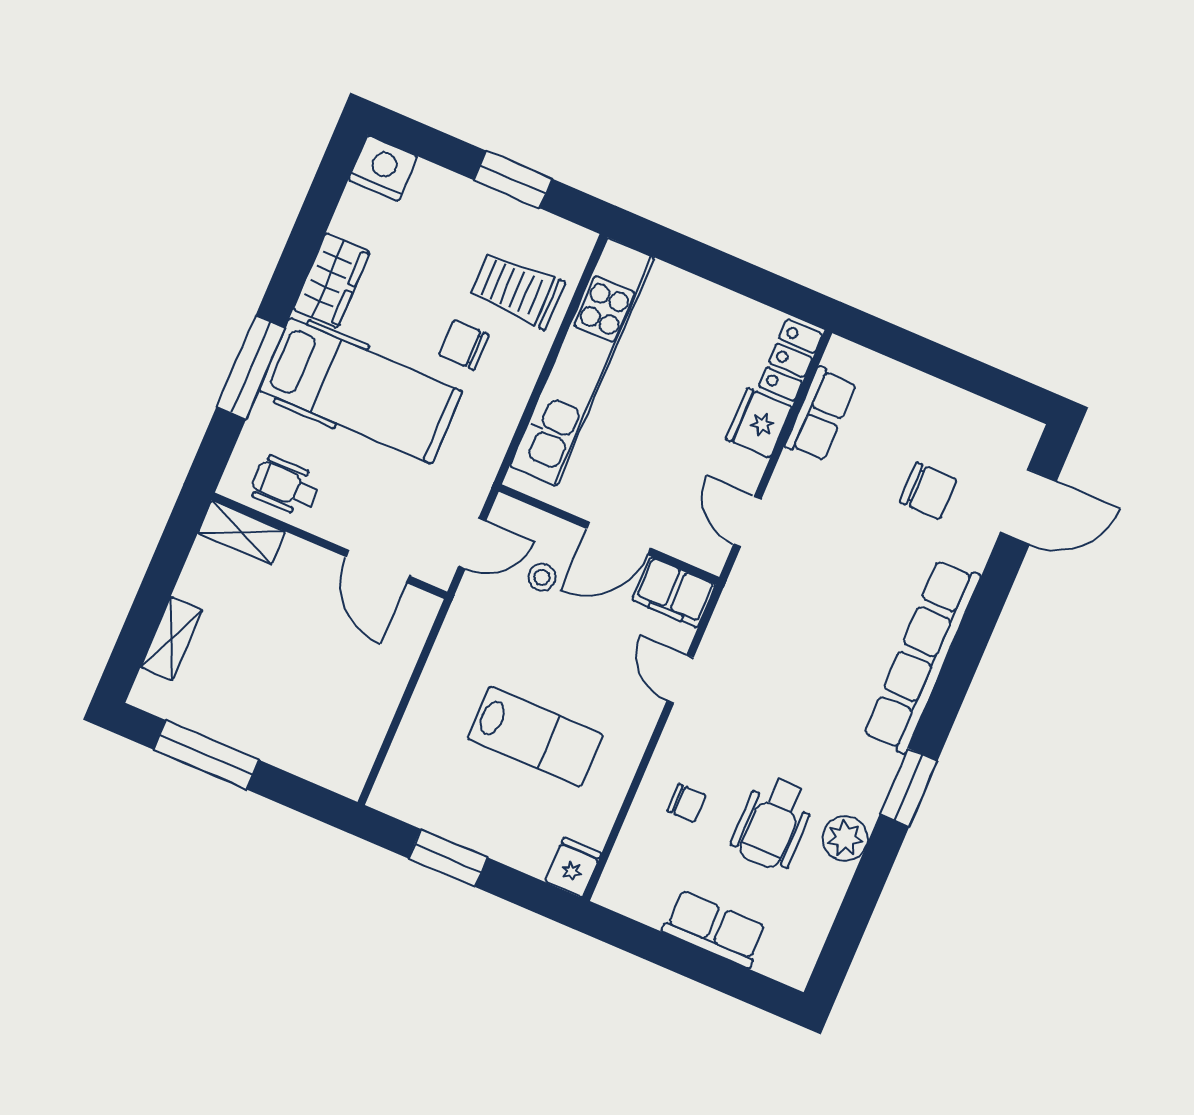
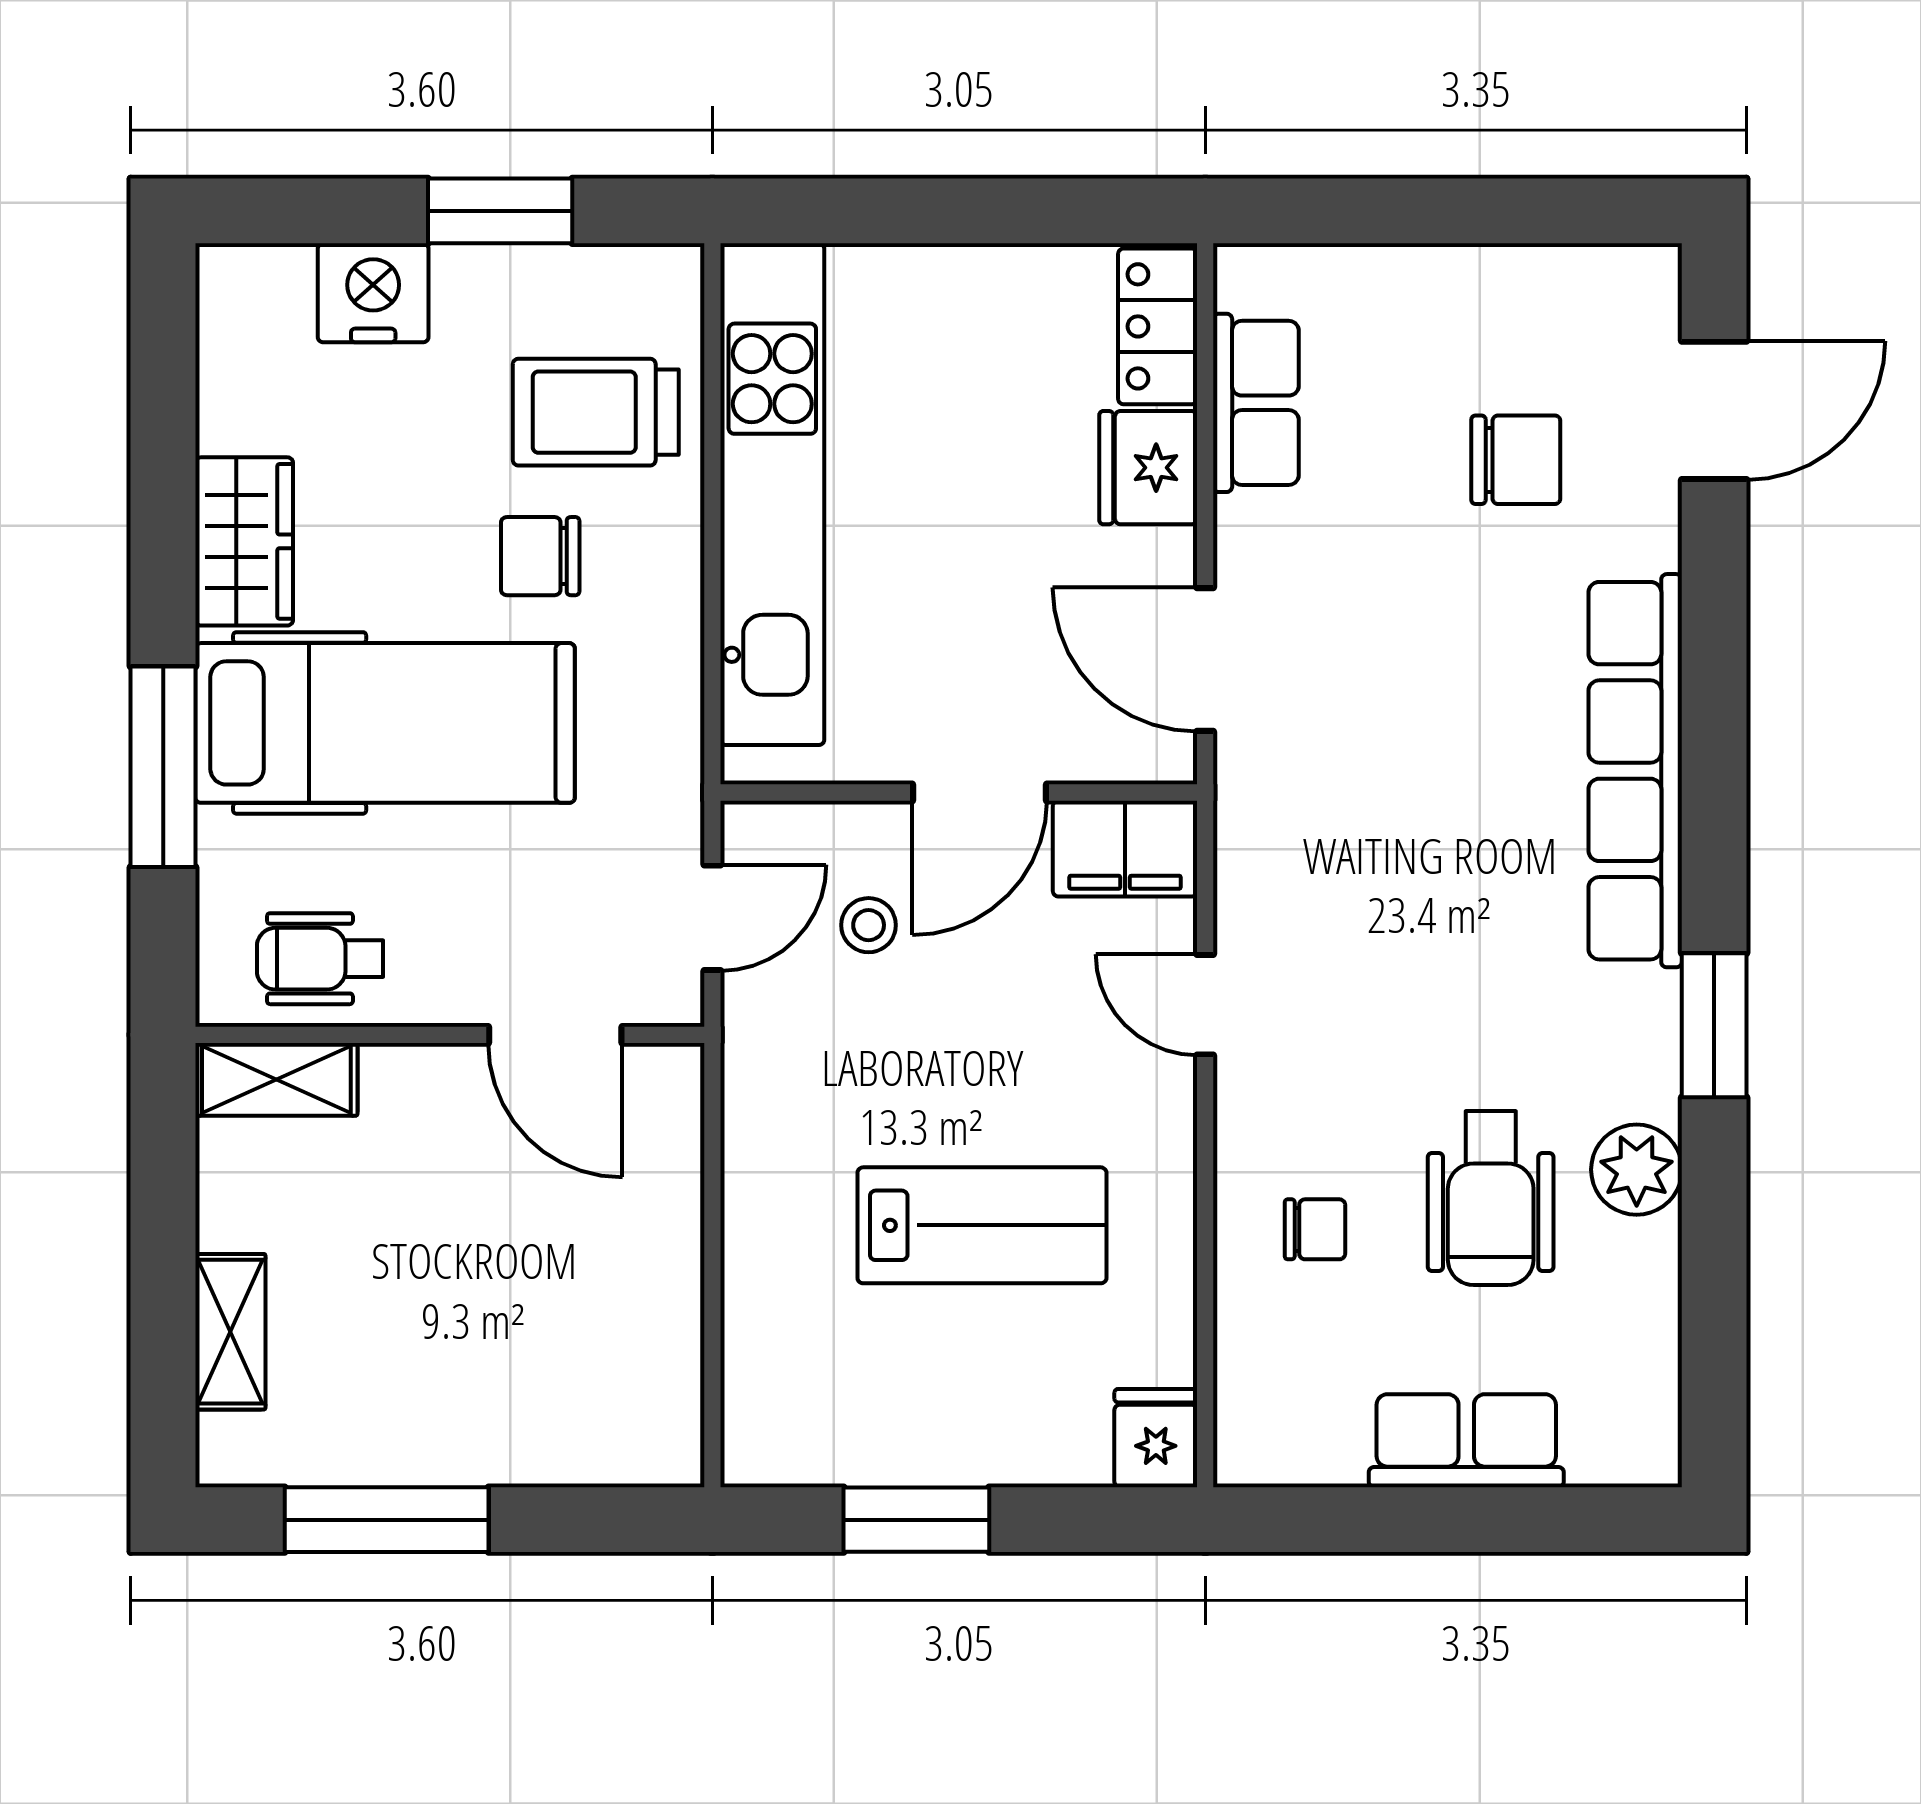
nightstand: (383, 168) -> (373, 293), moved
door: (747, 522) -> (1205, 660), width x1.38

